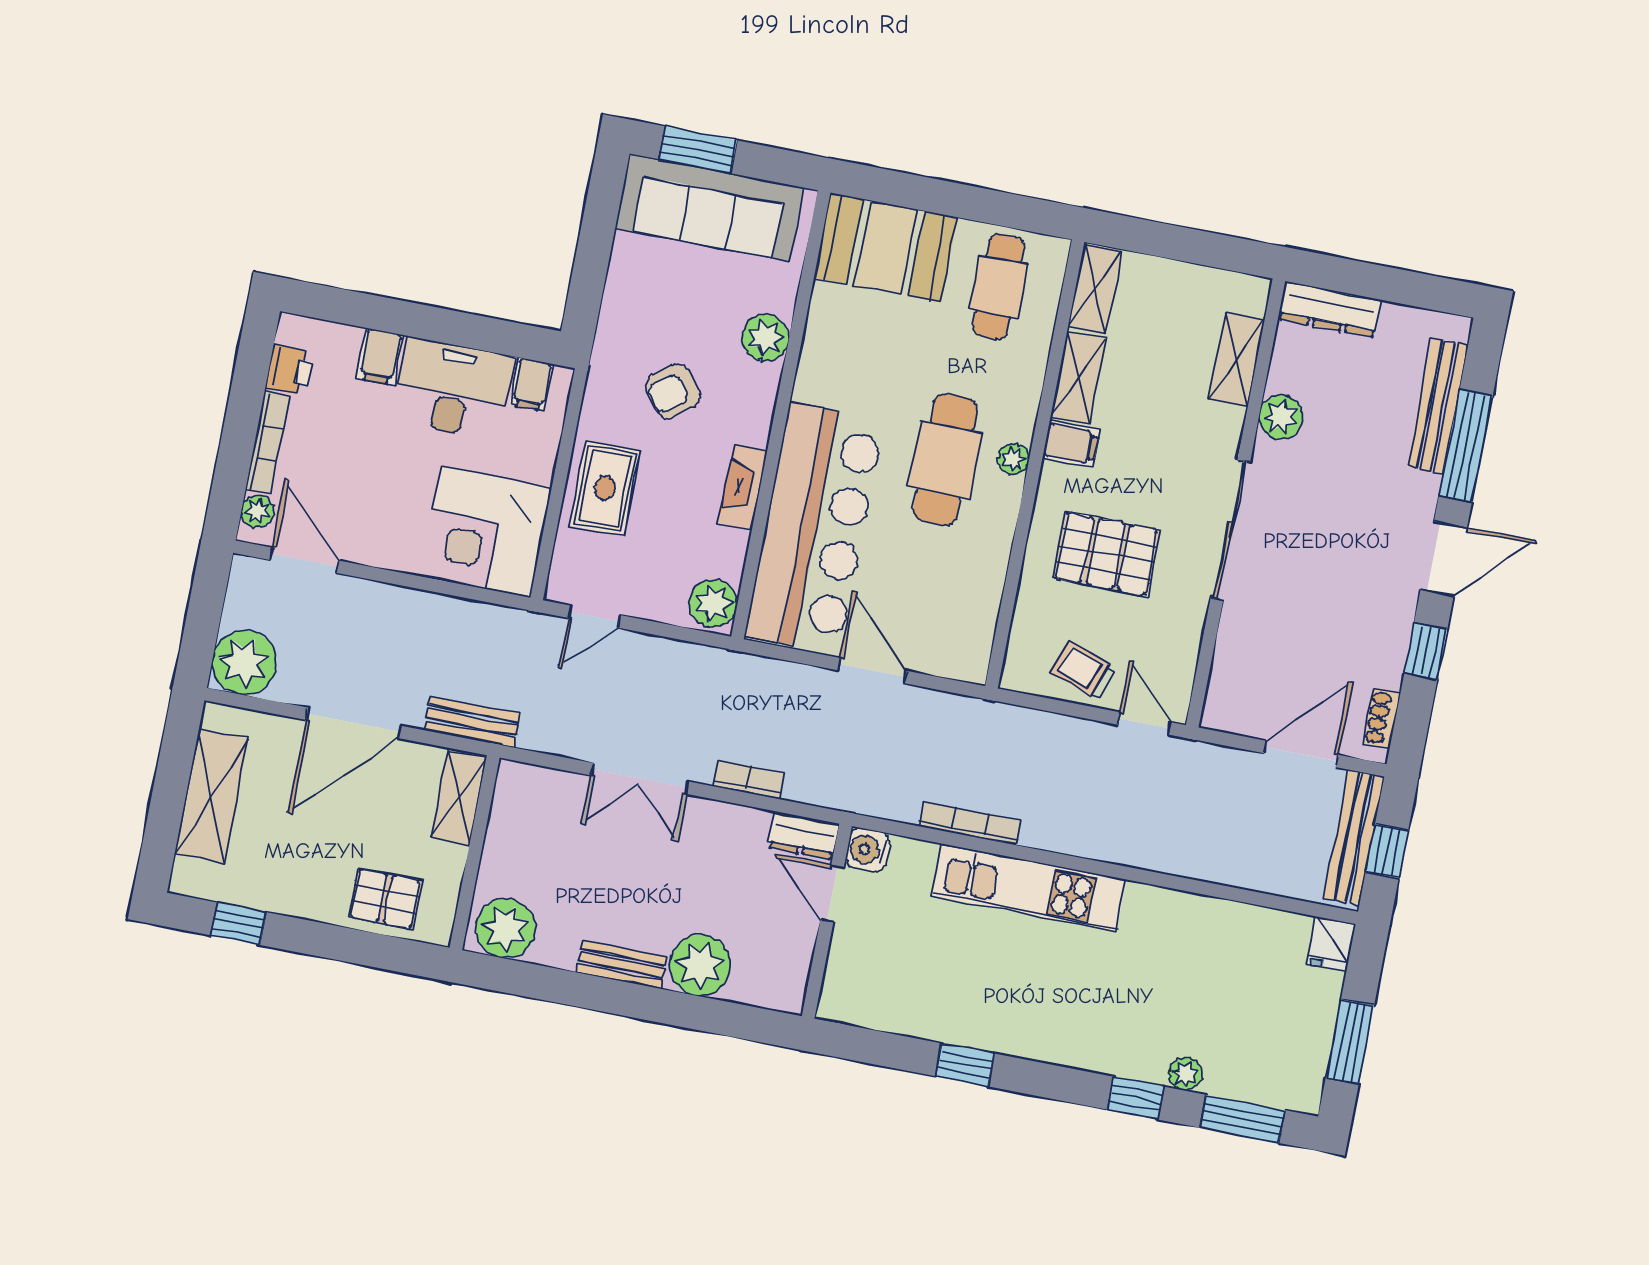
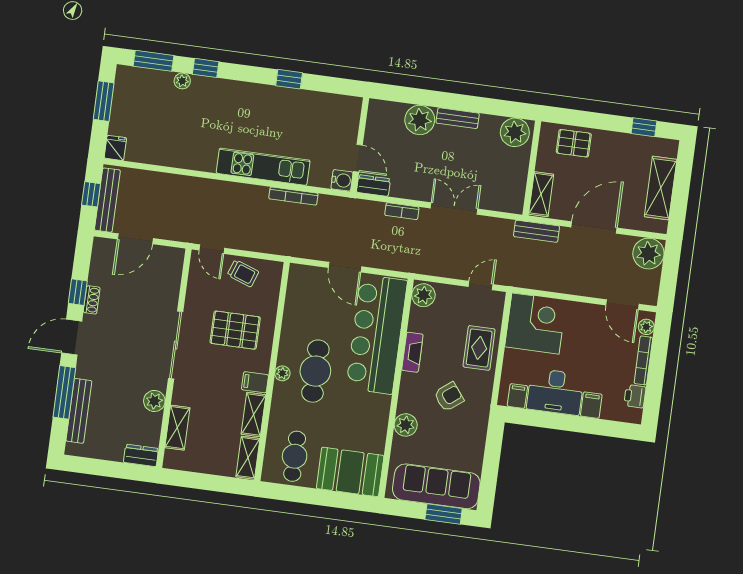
dresser: (1330, 309) -> (141, 455), width x0.70
shoe rack: (1382, 718) -> (92, 300), moved

